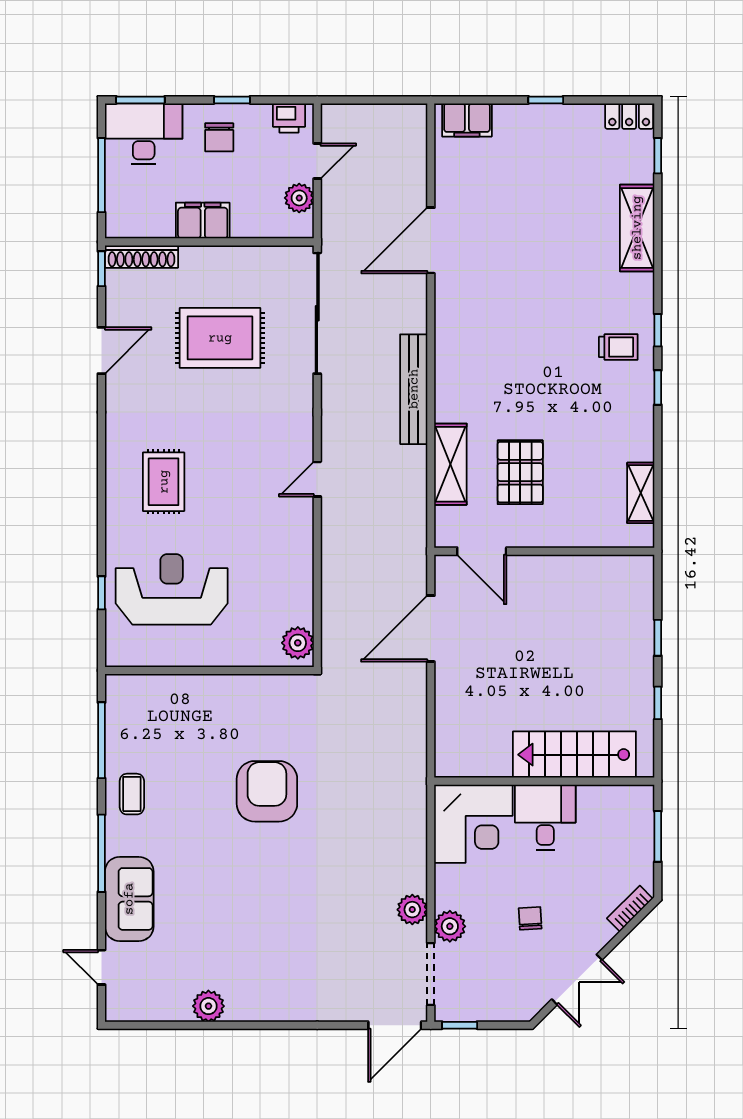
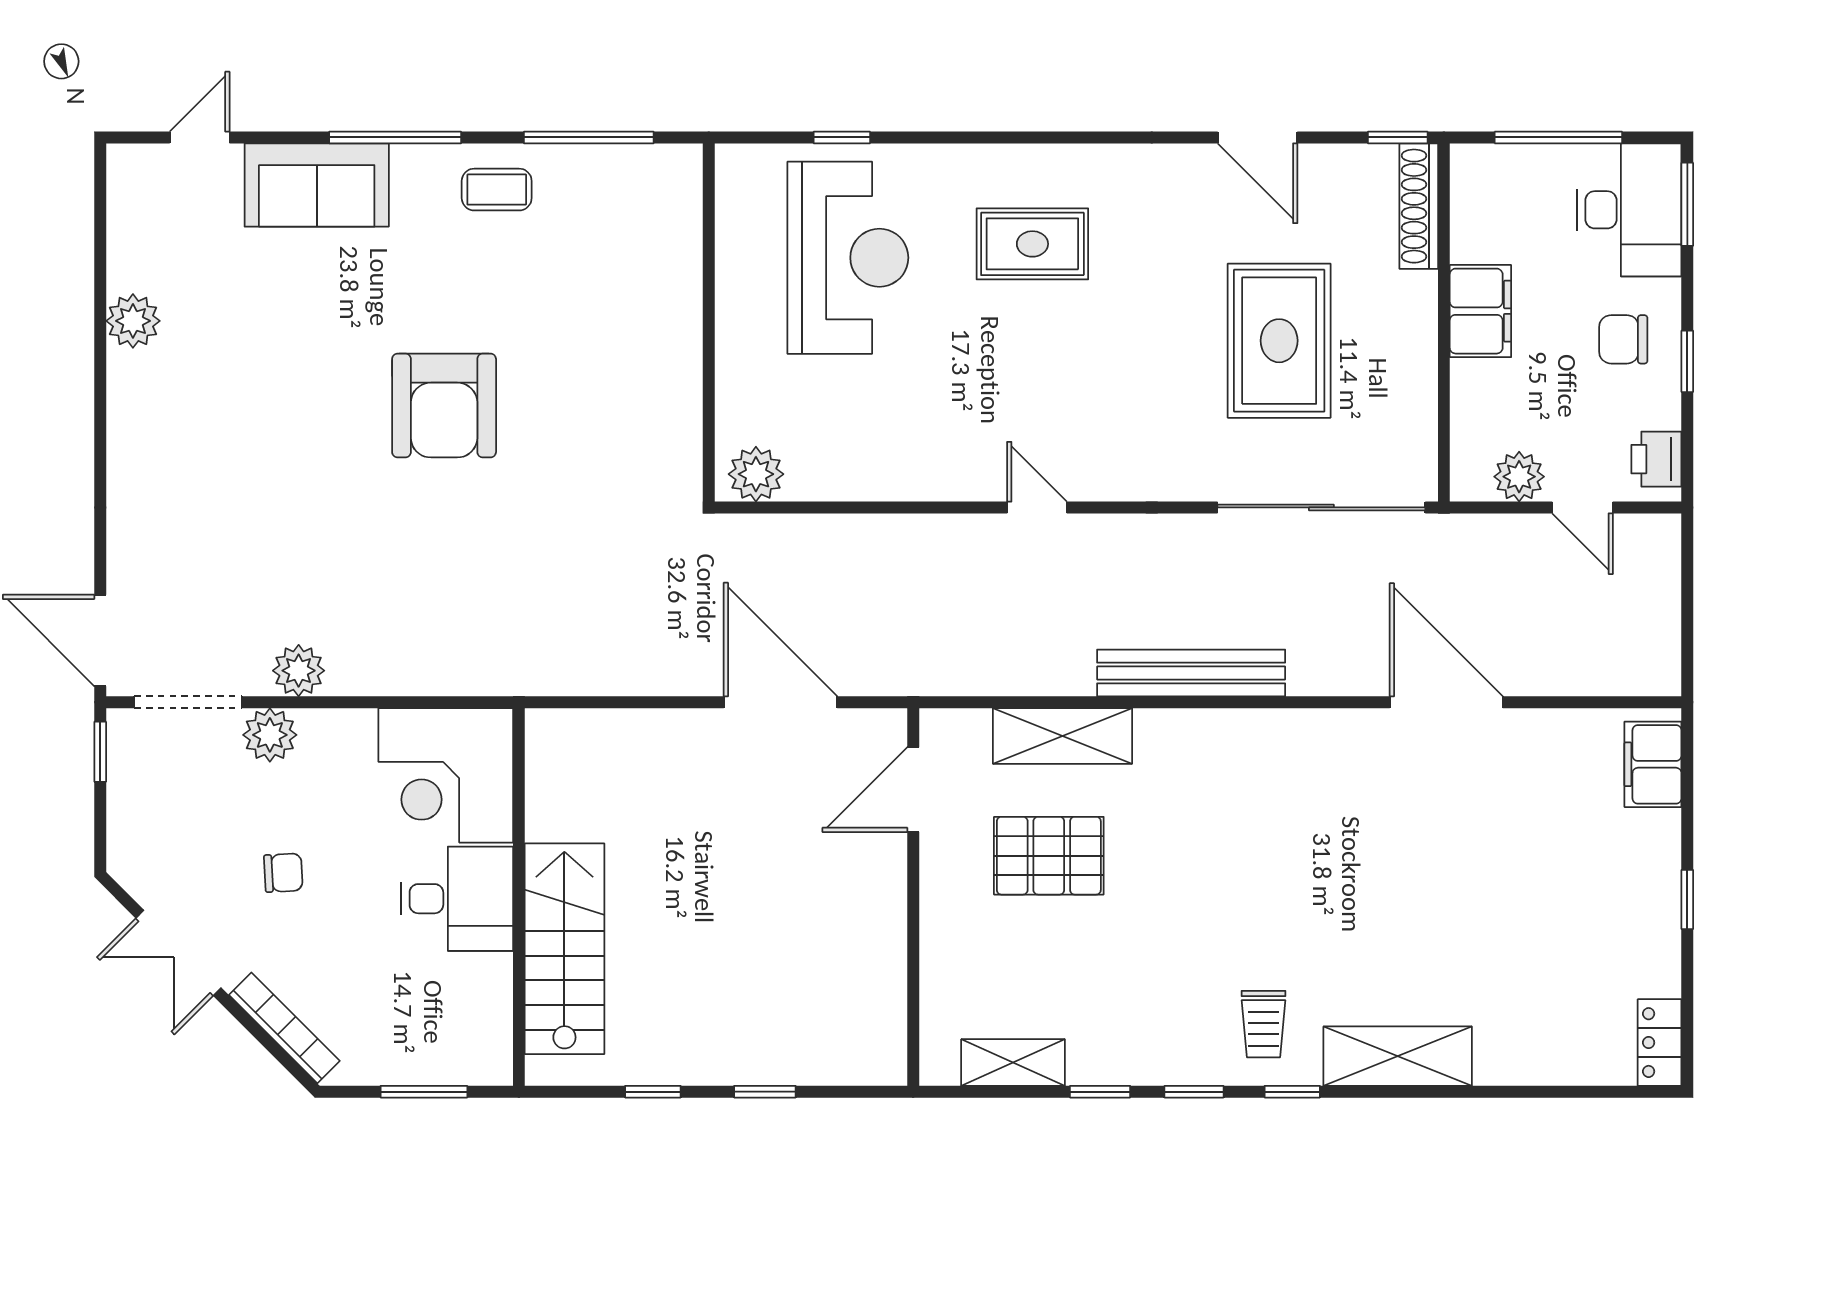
window: (658, 156) -> (1100, 1092), moved
shelving: (637, 228) -> (1398, 1056), moved
armchair: (267, 791) -> (444, 406), moved, turned 90
bookcase: (630, 909) -> (284, 1028), width x1.56

